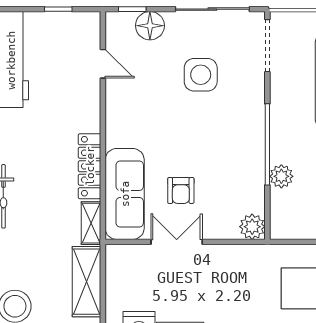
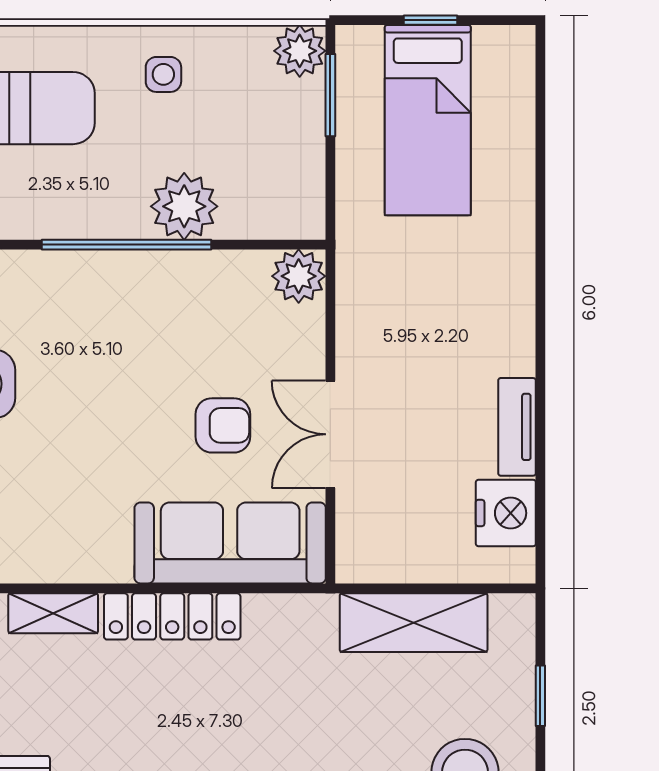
plant: (281, 176) -> (184, 206), width x1.36, depth x1.36
shelving: (91, 223) -> (53, 613), moved

